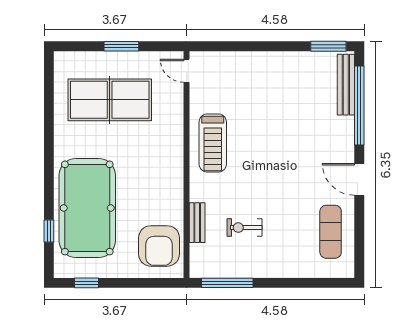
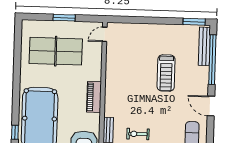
door: (187, 71) -> (105, 34), hinge flipped
treadmill: (213, 143) -> (166, 73), moved
piano: (173, 171) -> (94, 97), added

